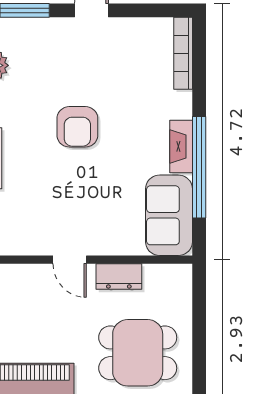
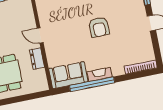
armchair: (77, 127) -> (99, 27), turned -90
door: (70, 260) -> (40, 35), hinge flipped

